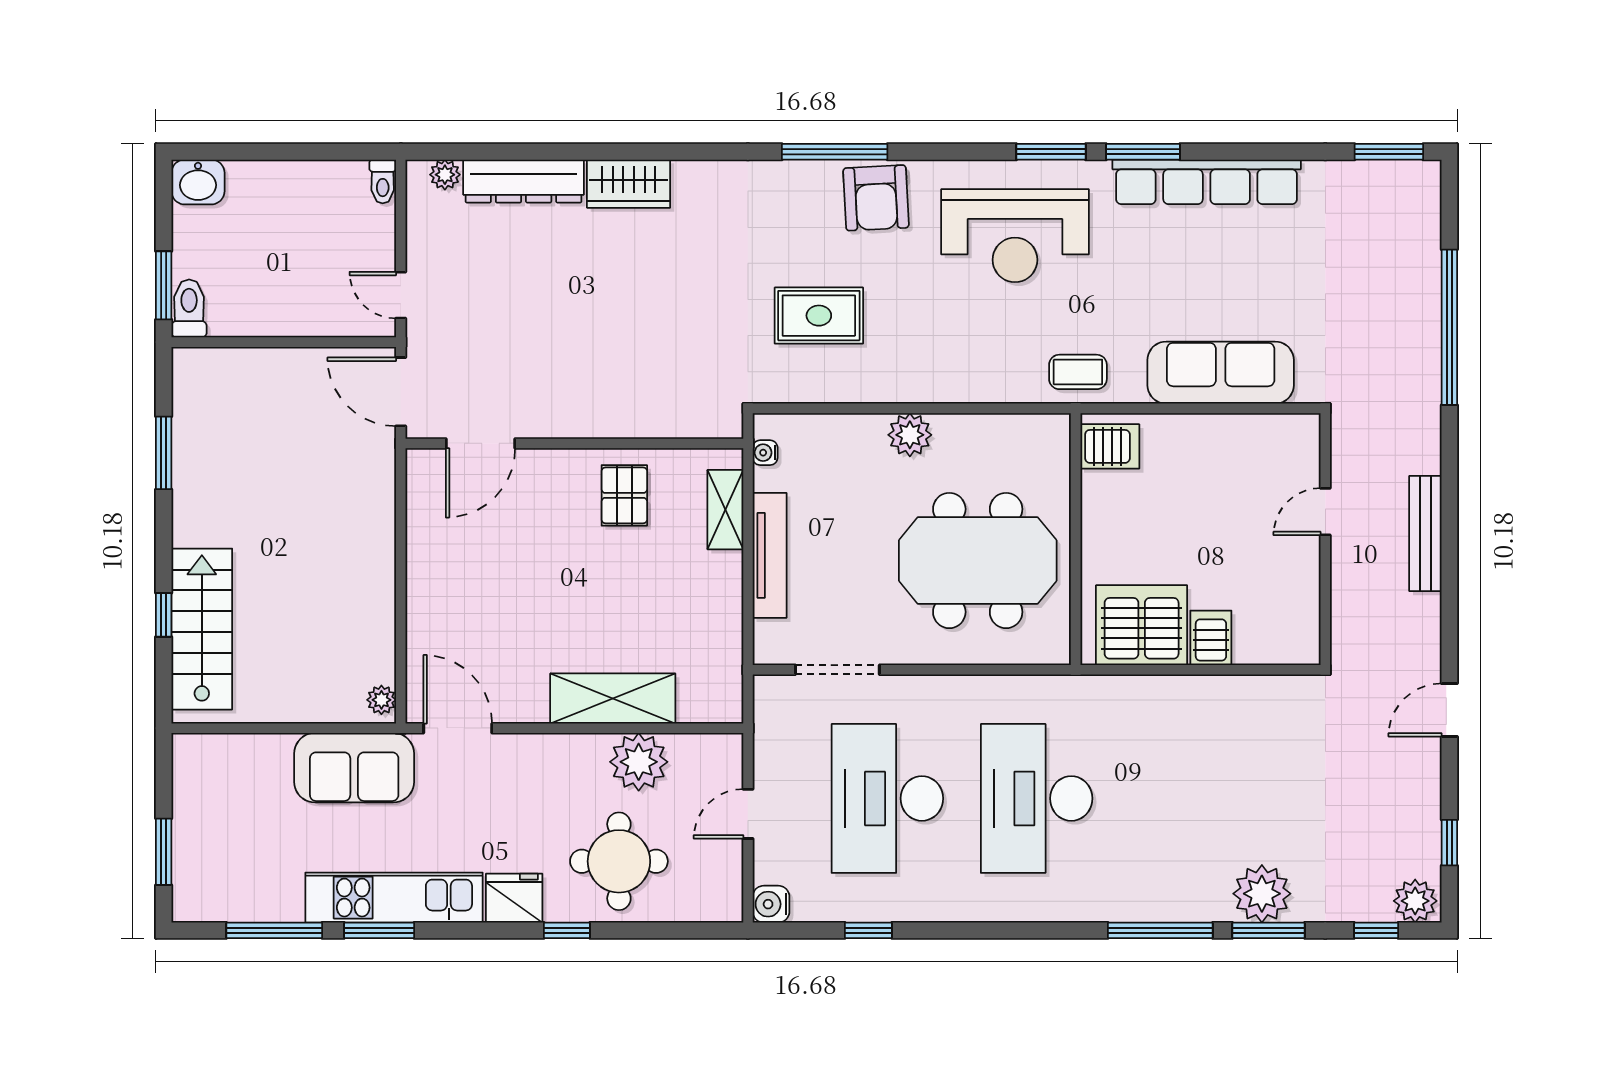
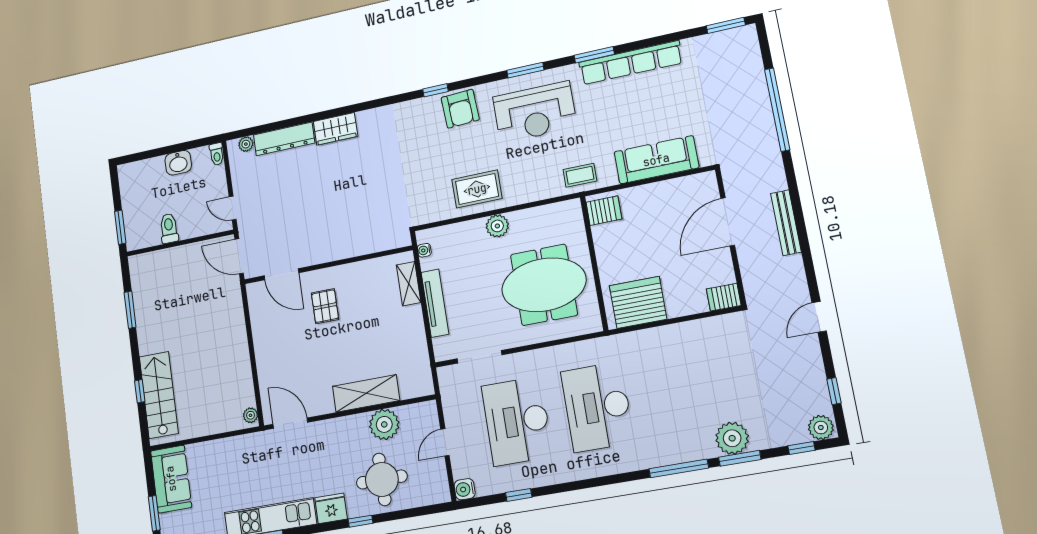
window: (835, 152) -> (436, 90), width x0.46
window: (1051, 152) -> (525, 70), moved
washbasin: (198, 182) -> (178, 163), moved
toilet: (189, 308) -> (169, 228), moved
rug: (819, 316) -> (477, 189), moved
door: (480, 443) -> (281, 274), hinge flipped
pallet: (624, 495) -> (325, 306), moved
door: (1325, 512) -> (728, 222), width x1.87
server rack: (1211, 638) -> (724, 297), moved, turned -90
sofa: (354, 768) -> (171, 479), moved, turned -90

